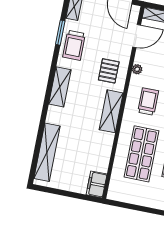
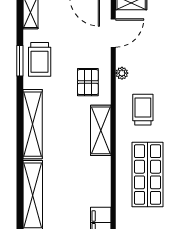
window: (60, 33) -> (20, 61), moved
shelving: (60, 87) -> (33, 124), width x1.47

